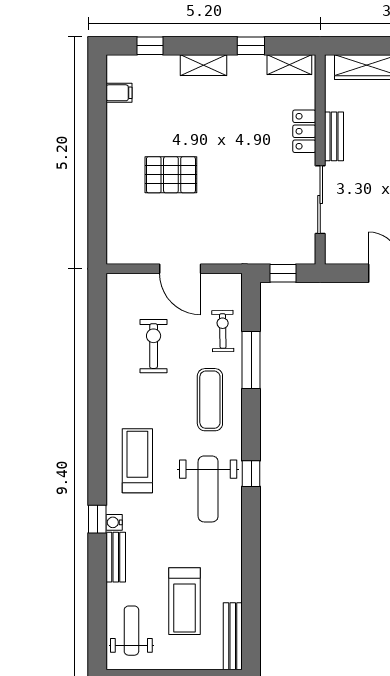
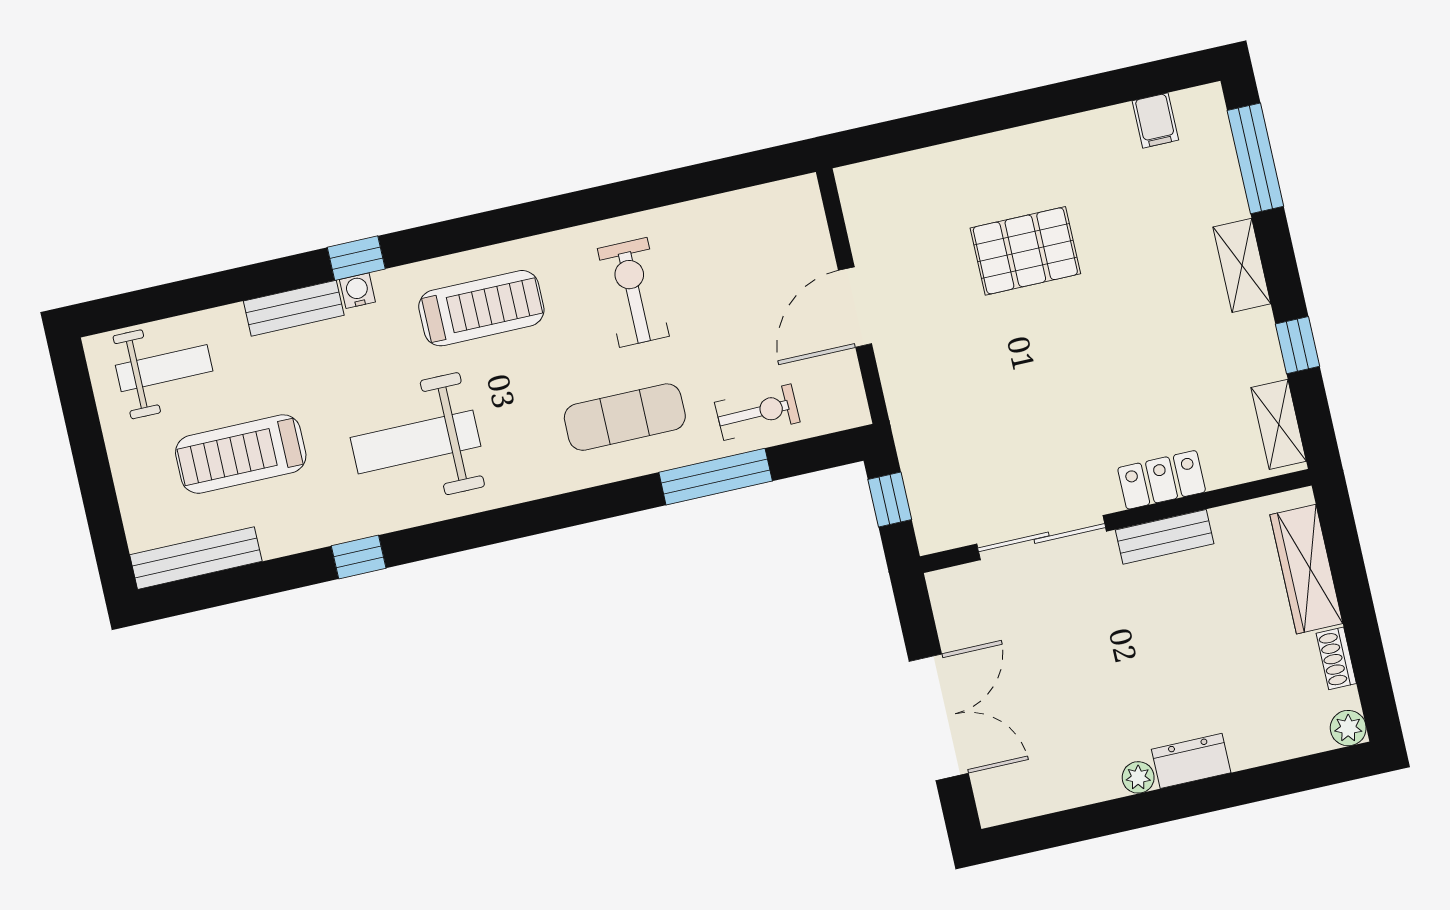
window: (150, 46) -> (1255, 158), width x2.17
pallet: (171, 175) -> (1025, 251), turned 90
exercise bike: (154, 346) -> (633, 292), moved, turned -90
window: (251, 474) -> (359, 557), moved
weight bench: (208, 489) -> (416, 442), moved

